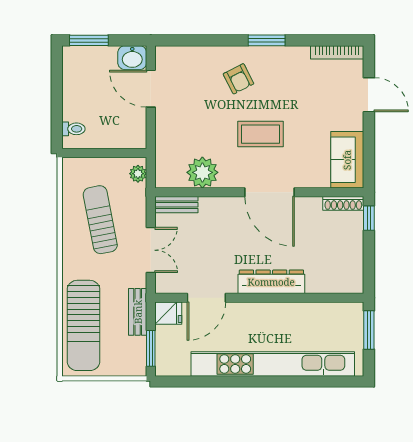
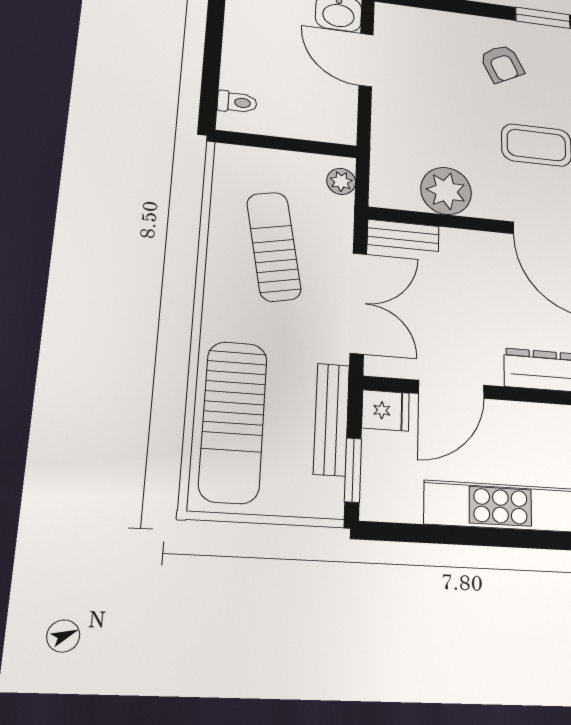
double door: (151, 250) -> (358, 303), width x1.37
bench: (138, 312) -> (331, 419), width x1.36

